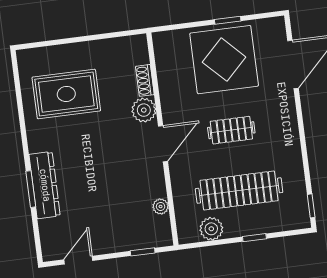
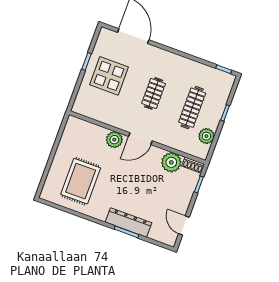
display table: (224, 60) -> (109, 76), width x0.73, depth x0.73
shoe rack: (145, 80) -> (193, 165), moved
door: (163, 144) -> (140, 139), swing flipped
clothes rail: (239, 191) -> (192, 108), width x0.73, depth x0.76
plant: (161, 206) -> (171, 162), width x1.87, depth x1.87

